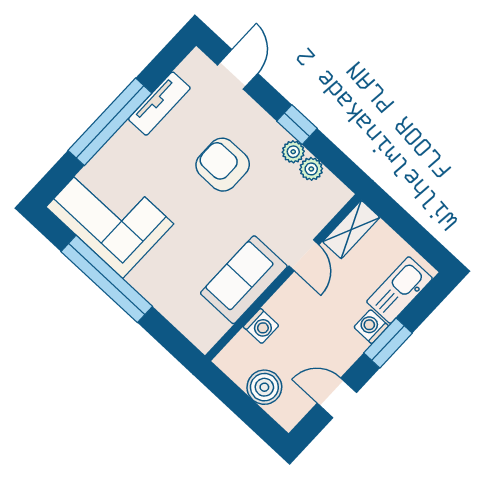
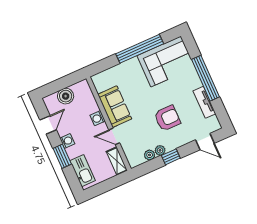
washing machine: (261, 326) -> (98, 118), moved
washing machine: (371, 326) -> (67, 141), moved

